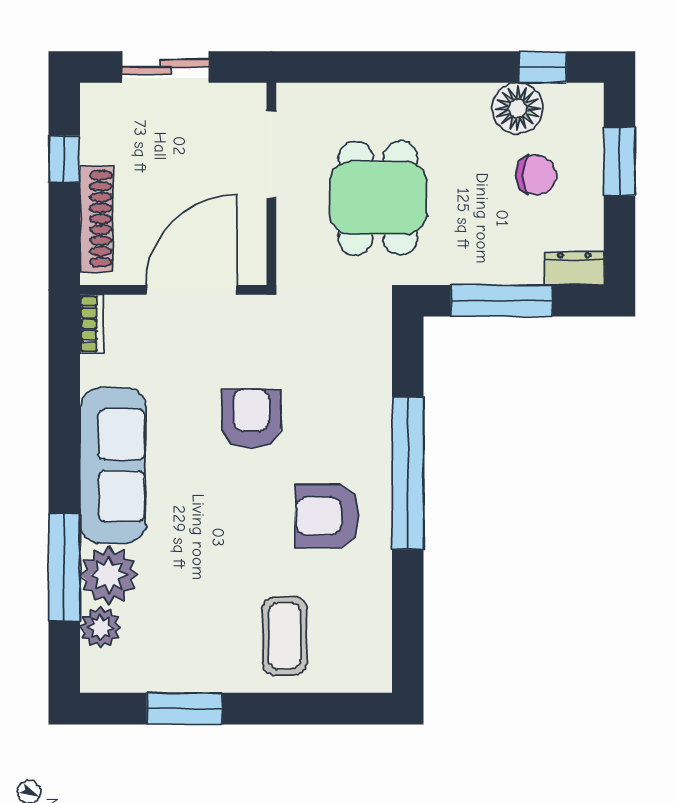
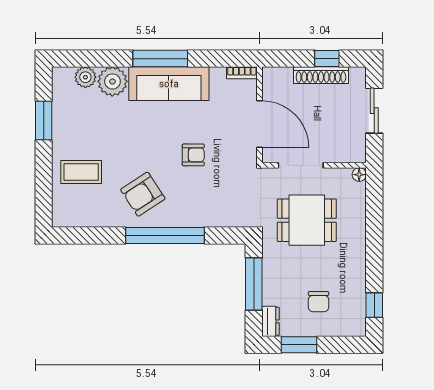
floor lamp: (518, 108) -> (359, 175), moved, width x0.53, depth x0.53
doorway: (271, 155) -> (301, 165), moved
window: (620, 161) -> (299, 345), moved
shoe rack: (96, 219) -> (321, 75), moved
armchair: (251, 418) -> (193, 155), width x0.72, depth x0.72
armchair: (327, 516) -> (143, 194), turned -123
window: (64, 567) -> (160, 59), moved

